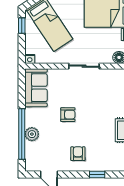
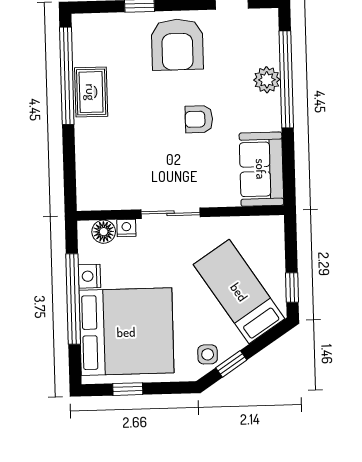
nightstand: (30, 59) -> (126, 228), moved
armchair: (78, 154) -> (177, 45), width x1.88, depth x1.88

